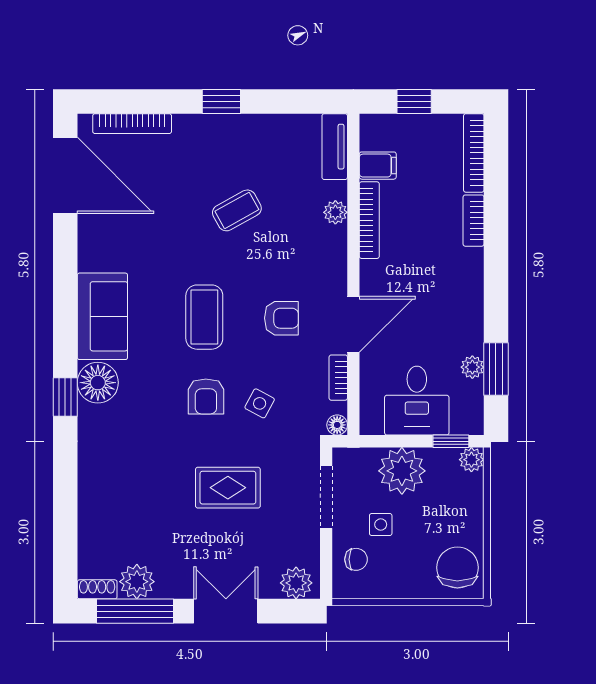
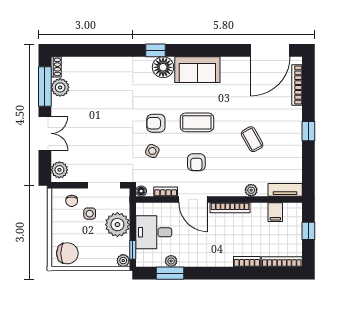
bookcase: (369, 220) -> (230, 208), moved
rug: (228, 488) -> (109, 135), removed

